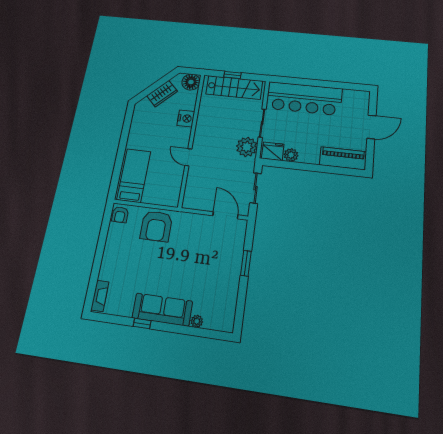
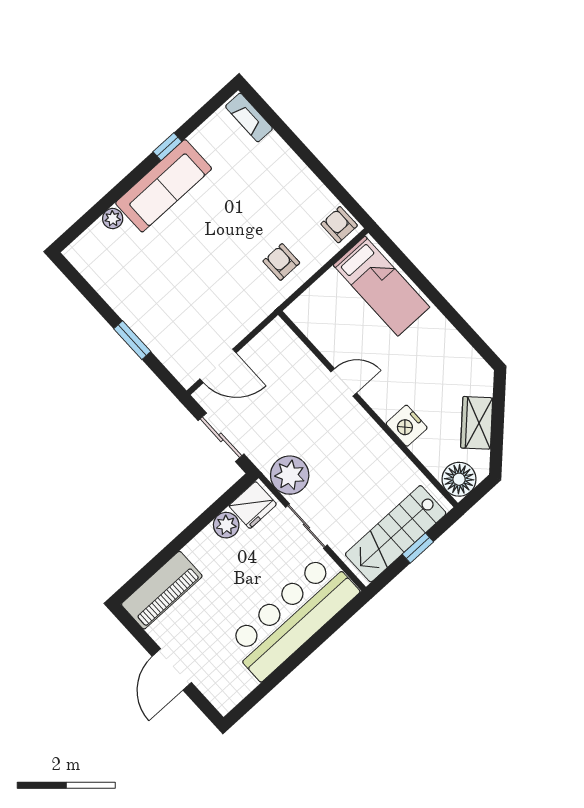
armchair: (156, 226) -> (281, 262), width x0.53, depth x0.53

